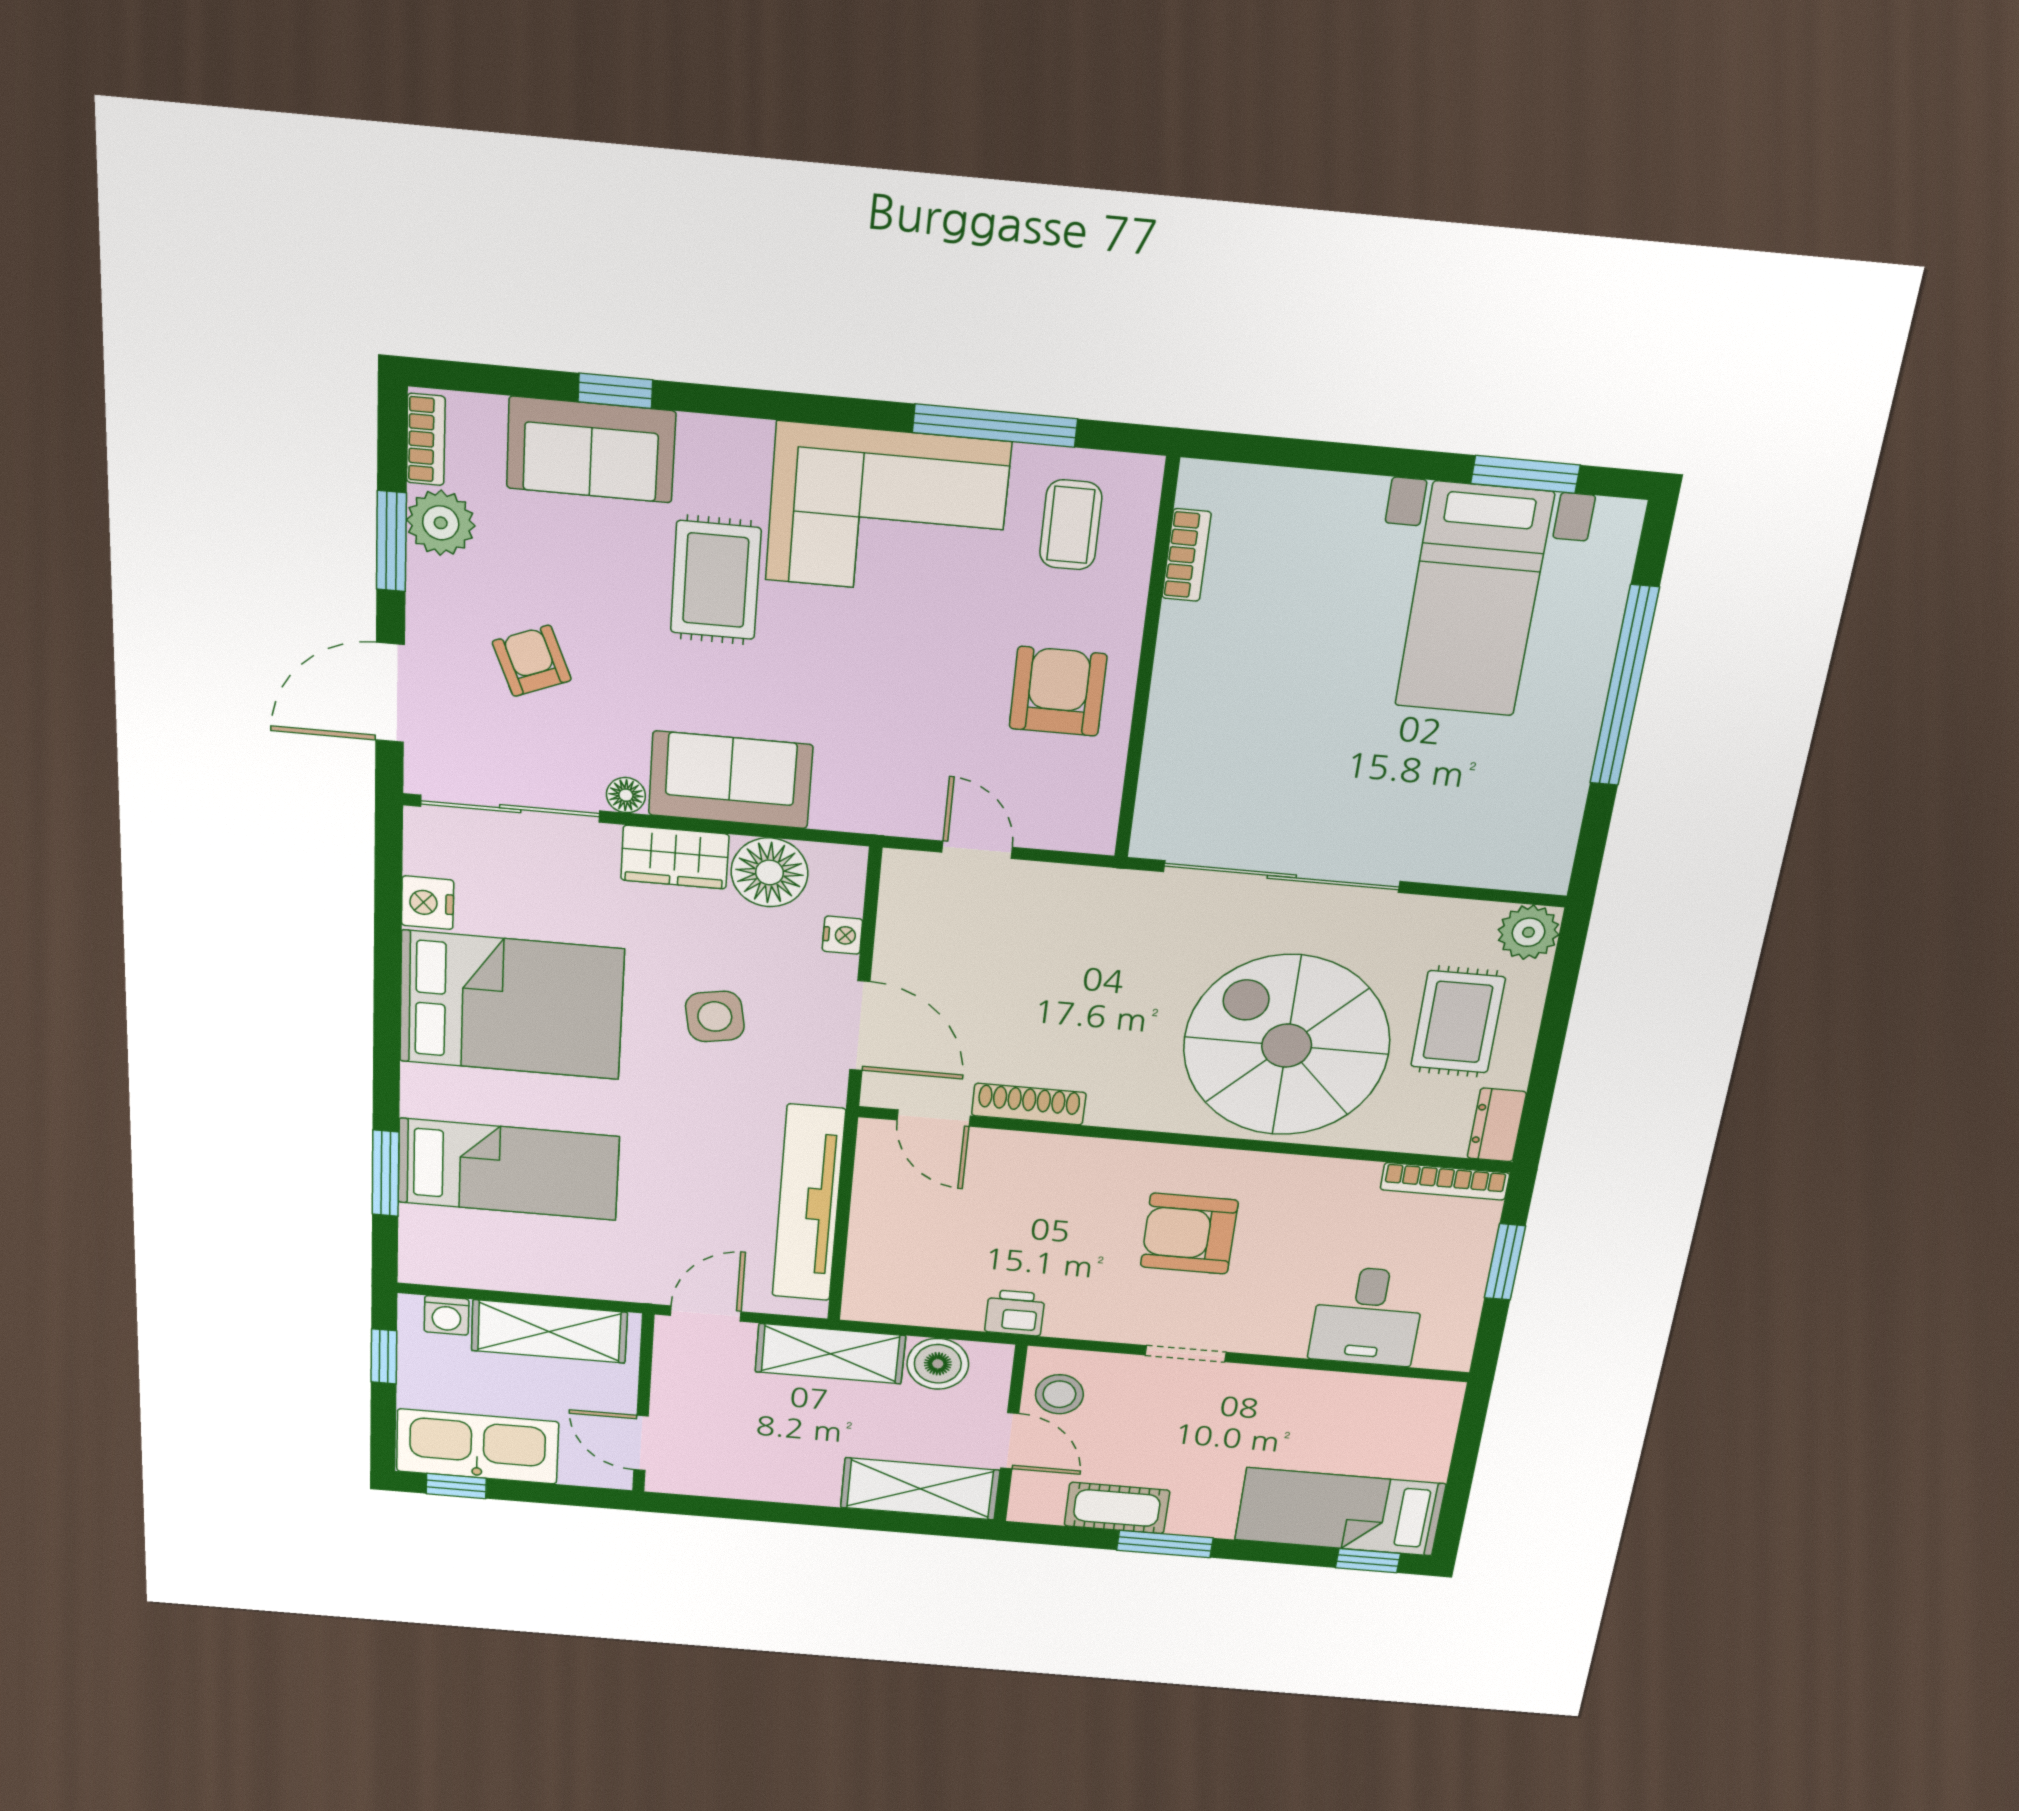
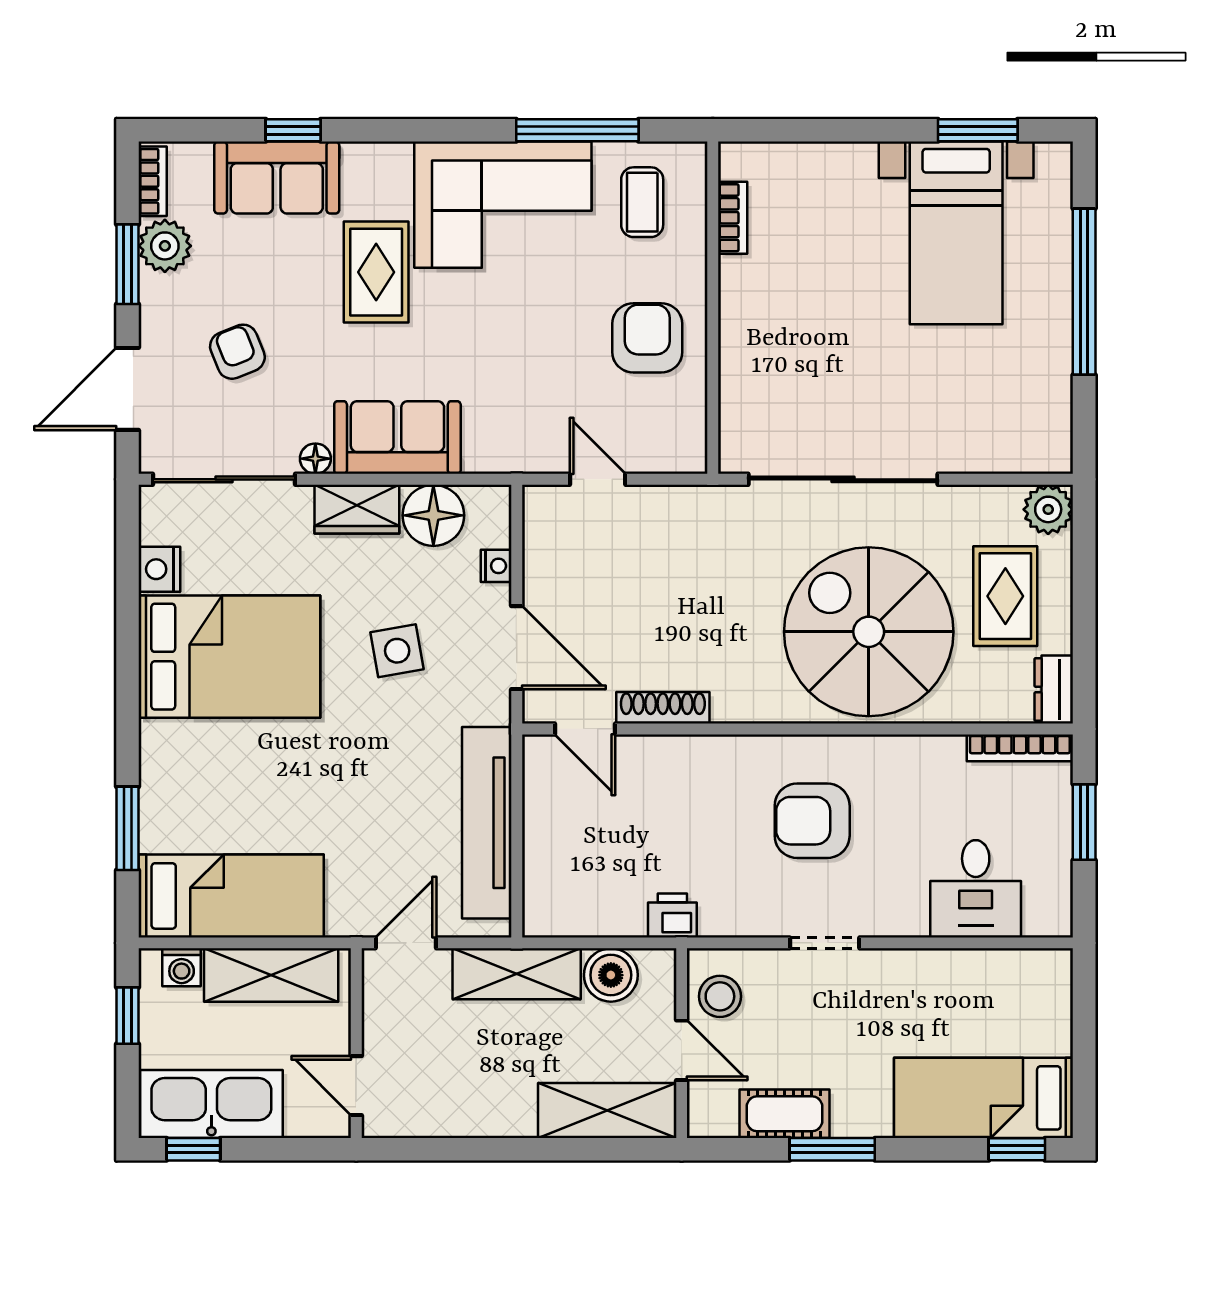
bed: (508, 1169) -> (231, 896), moved

